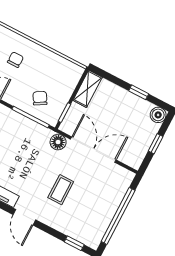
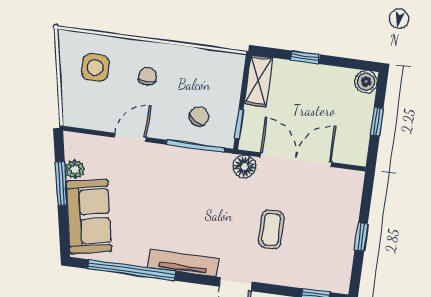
window: (139, 92) -> (305, 57), moved
chair: (40, 98) -> (199, 116), turned 59
window: (118, 216) -> (361, 237), width x0.32

